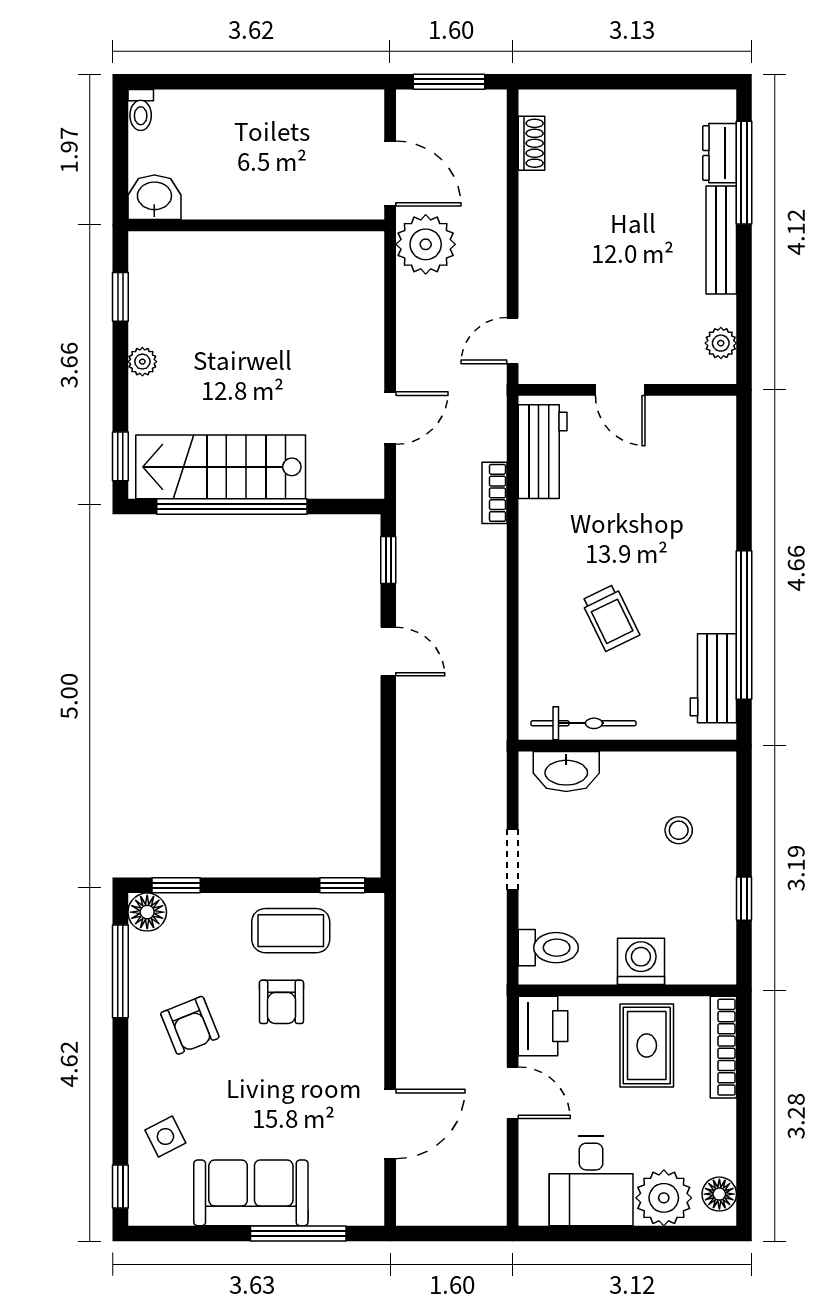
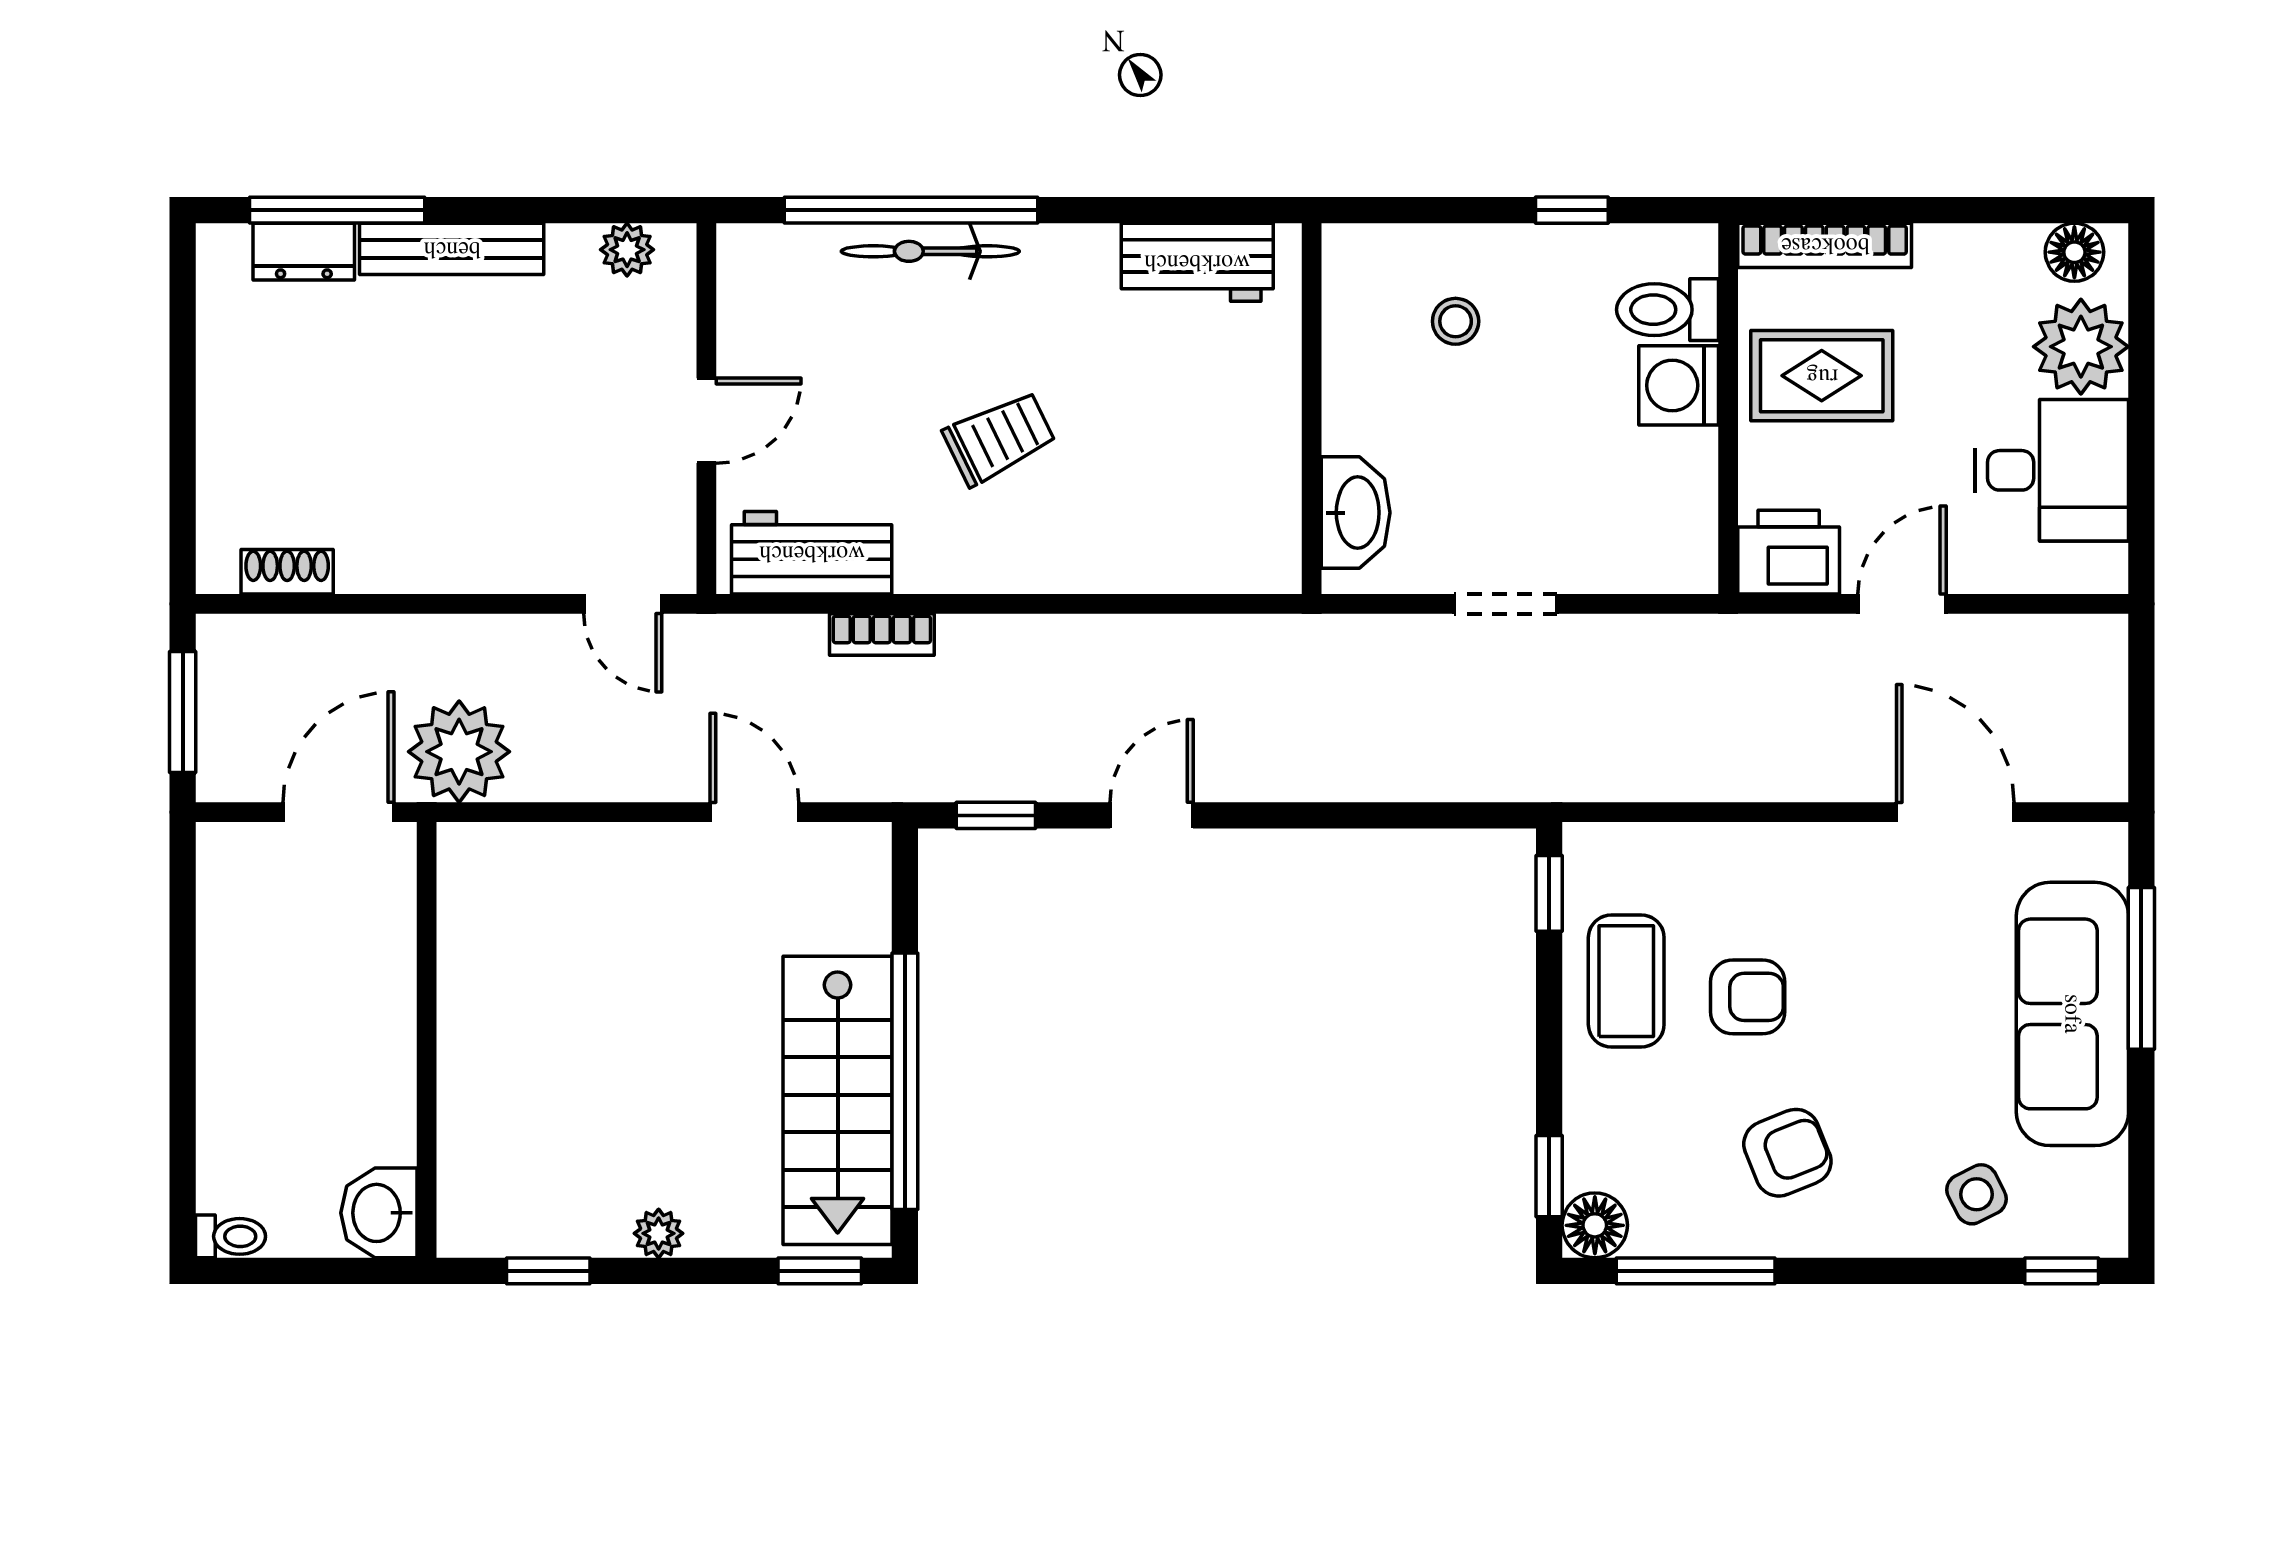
trolley: (610, 618) -> (999, 438), moved
window: (744, 625) -> (911, 210), moved
bicycle: (583, 723) -> (930, 251), moved, turned -90
toilet: (548, 948) -> (1668, 310), moved, turned -90
sofa: (251, 1193) -> (2072, 1014), width x1.36

